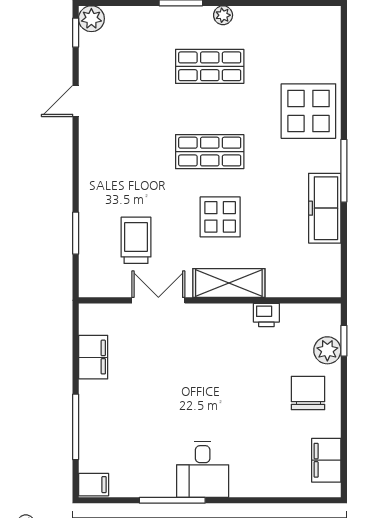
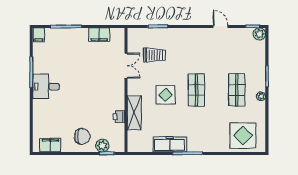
display table: (308, 111) -> (243, 136), moved
shelving: (229, 283) -> (134, 113), moved

